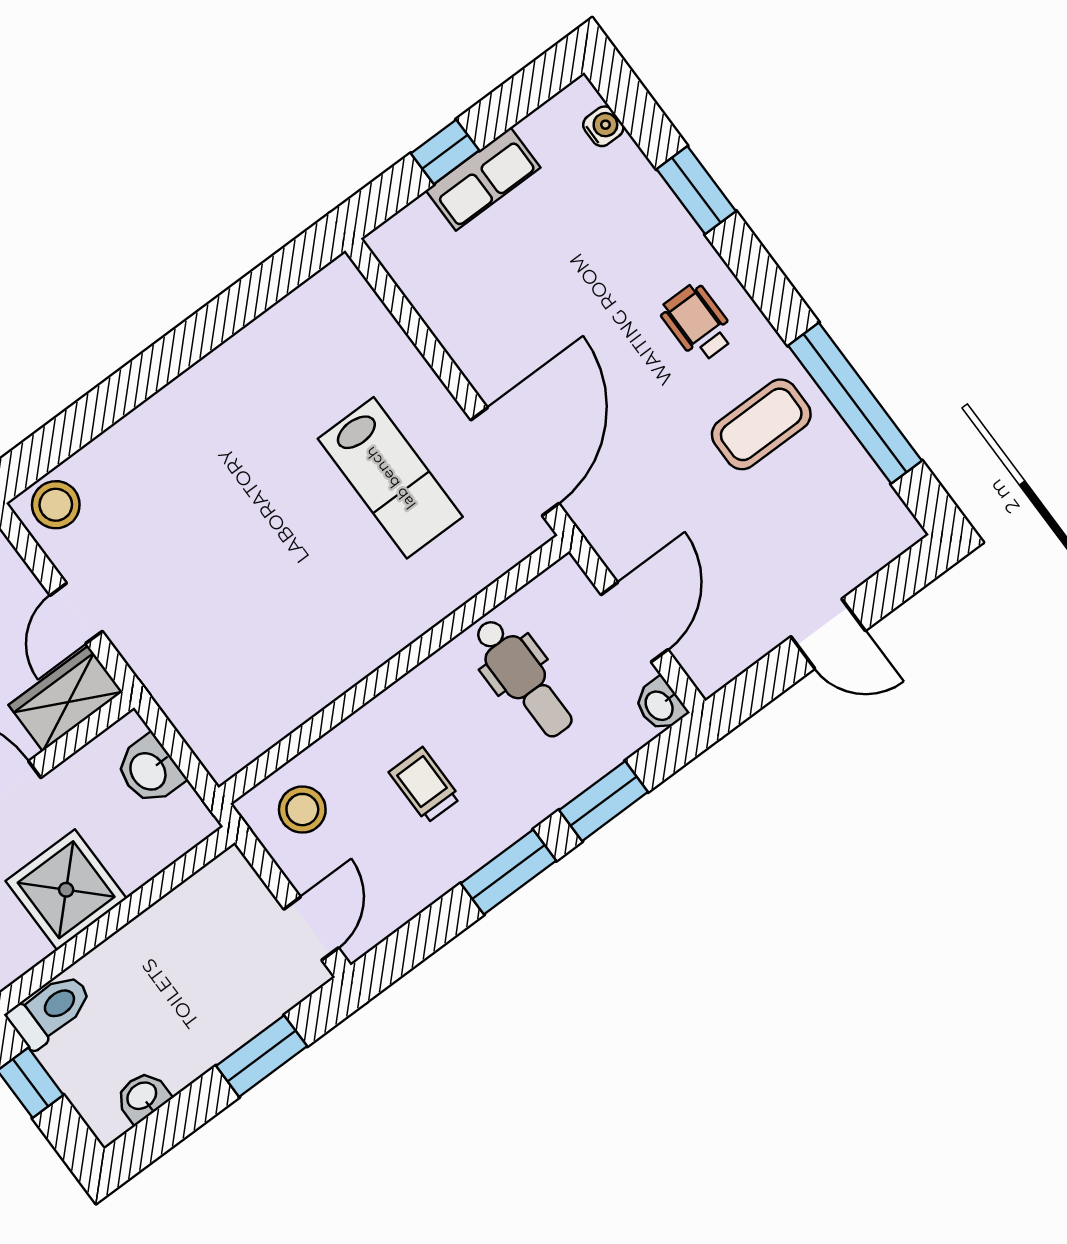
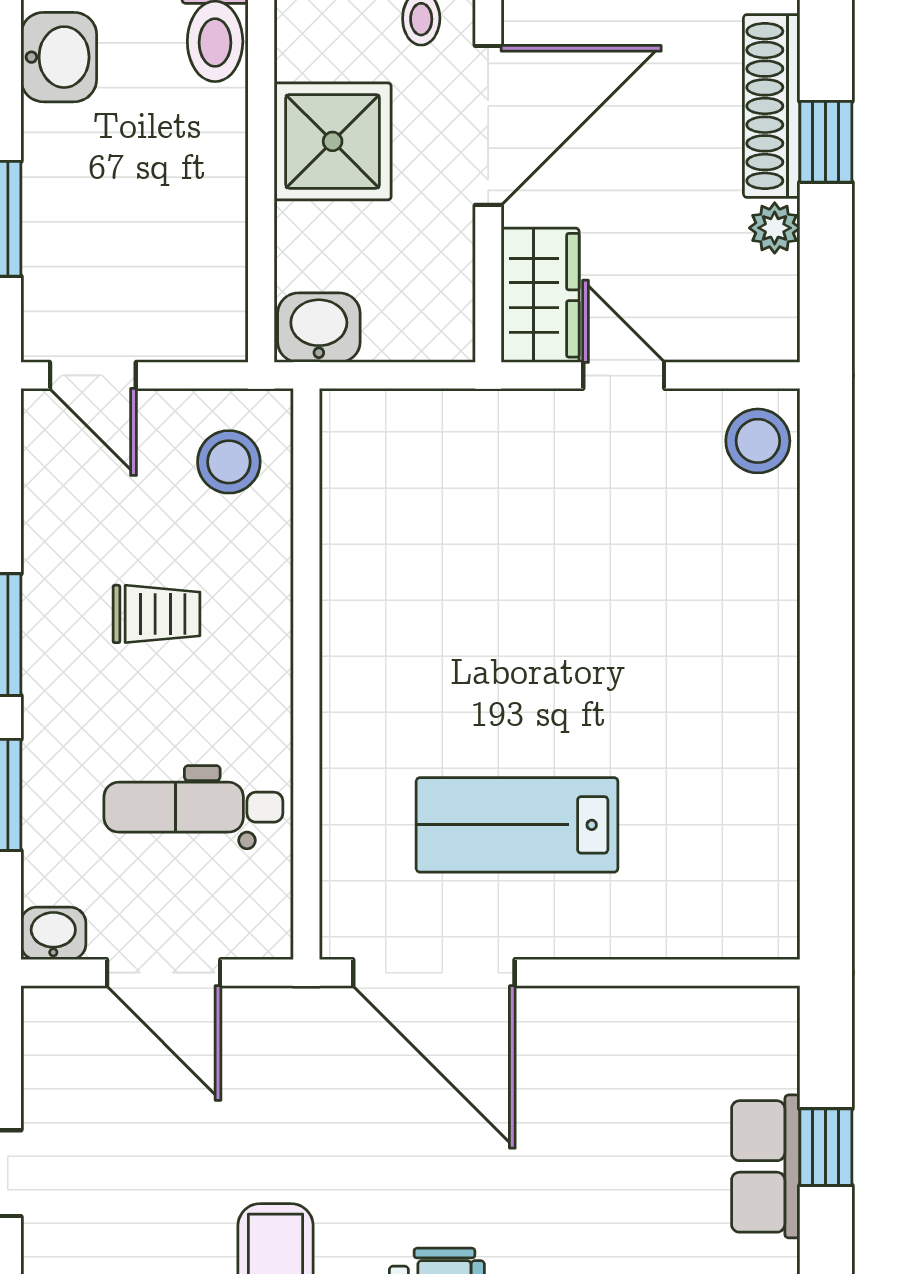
washbasin: (149, 770) -> (319, 328), moved
washbasin: (142, 1097) -> (59, 57), width x1.38, depth x1.45

